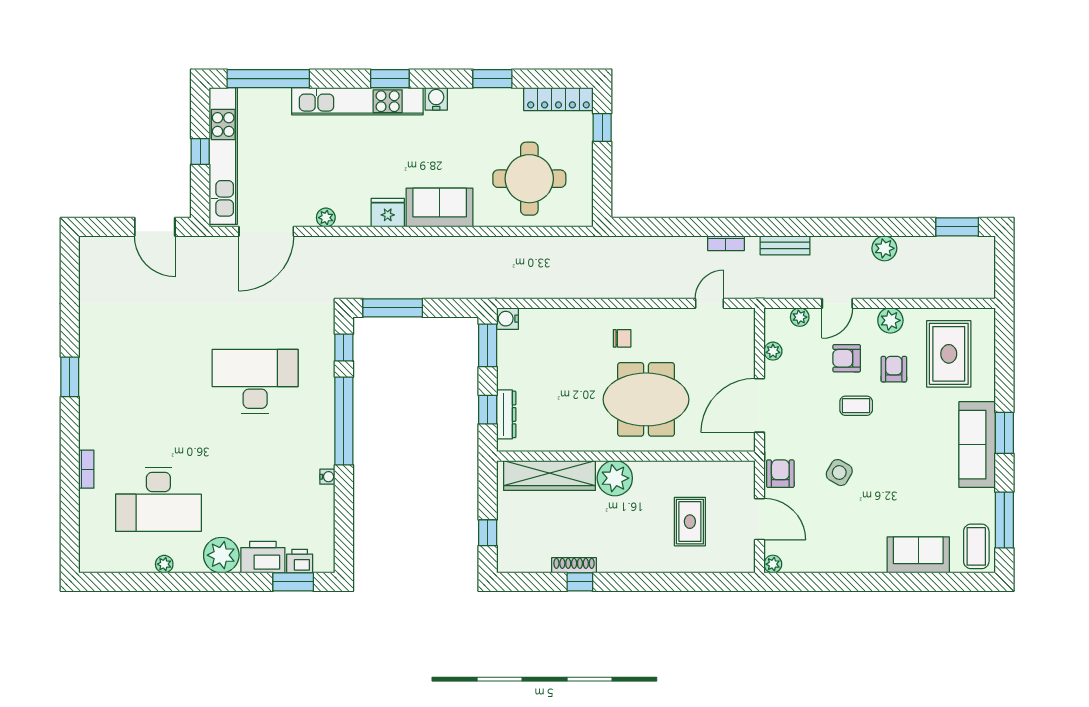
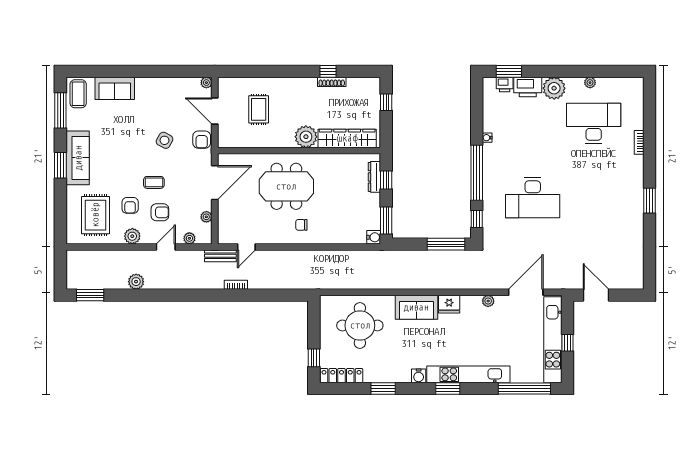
bench: (785, 245) -> (220, 256), moved

